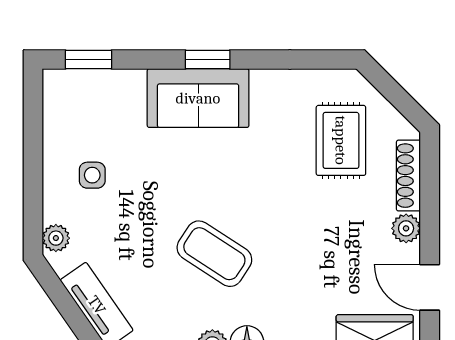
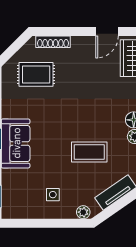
plant: (406, 228) -> (79, 43), removed
coffee table: (214, 254) -> (89, 152), moved, turned 57

